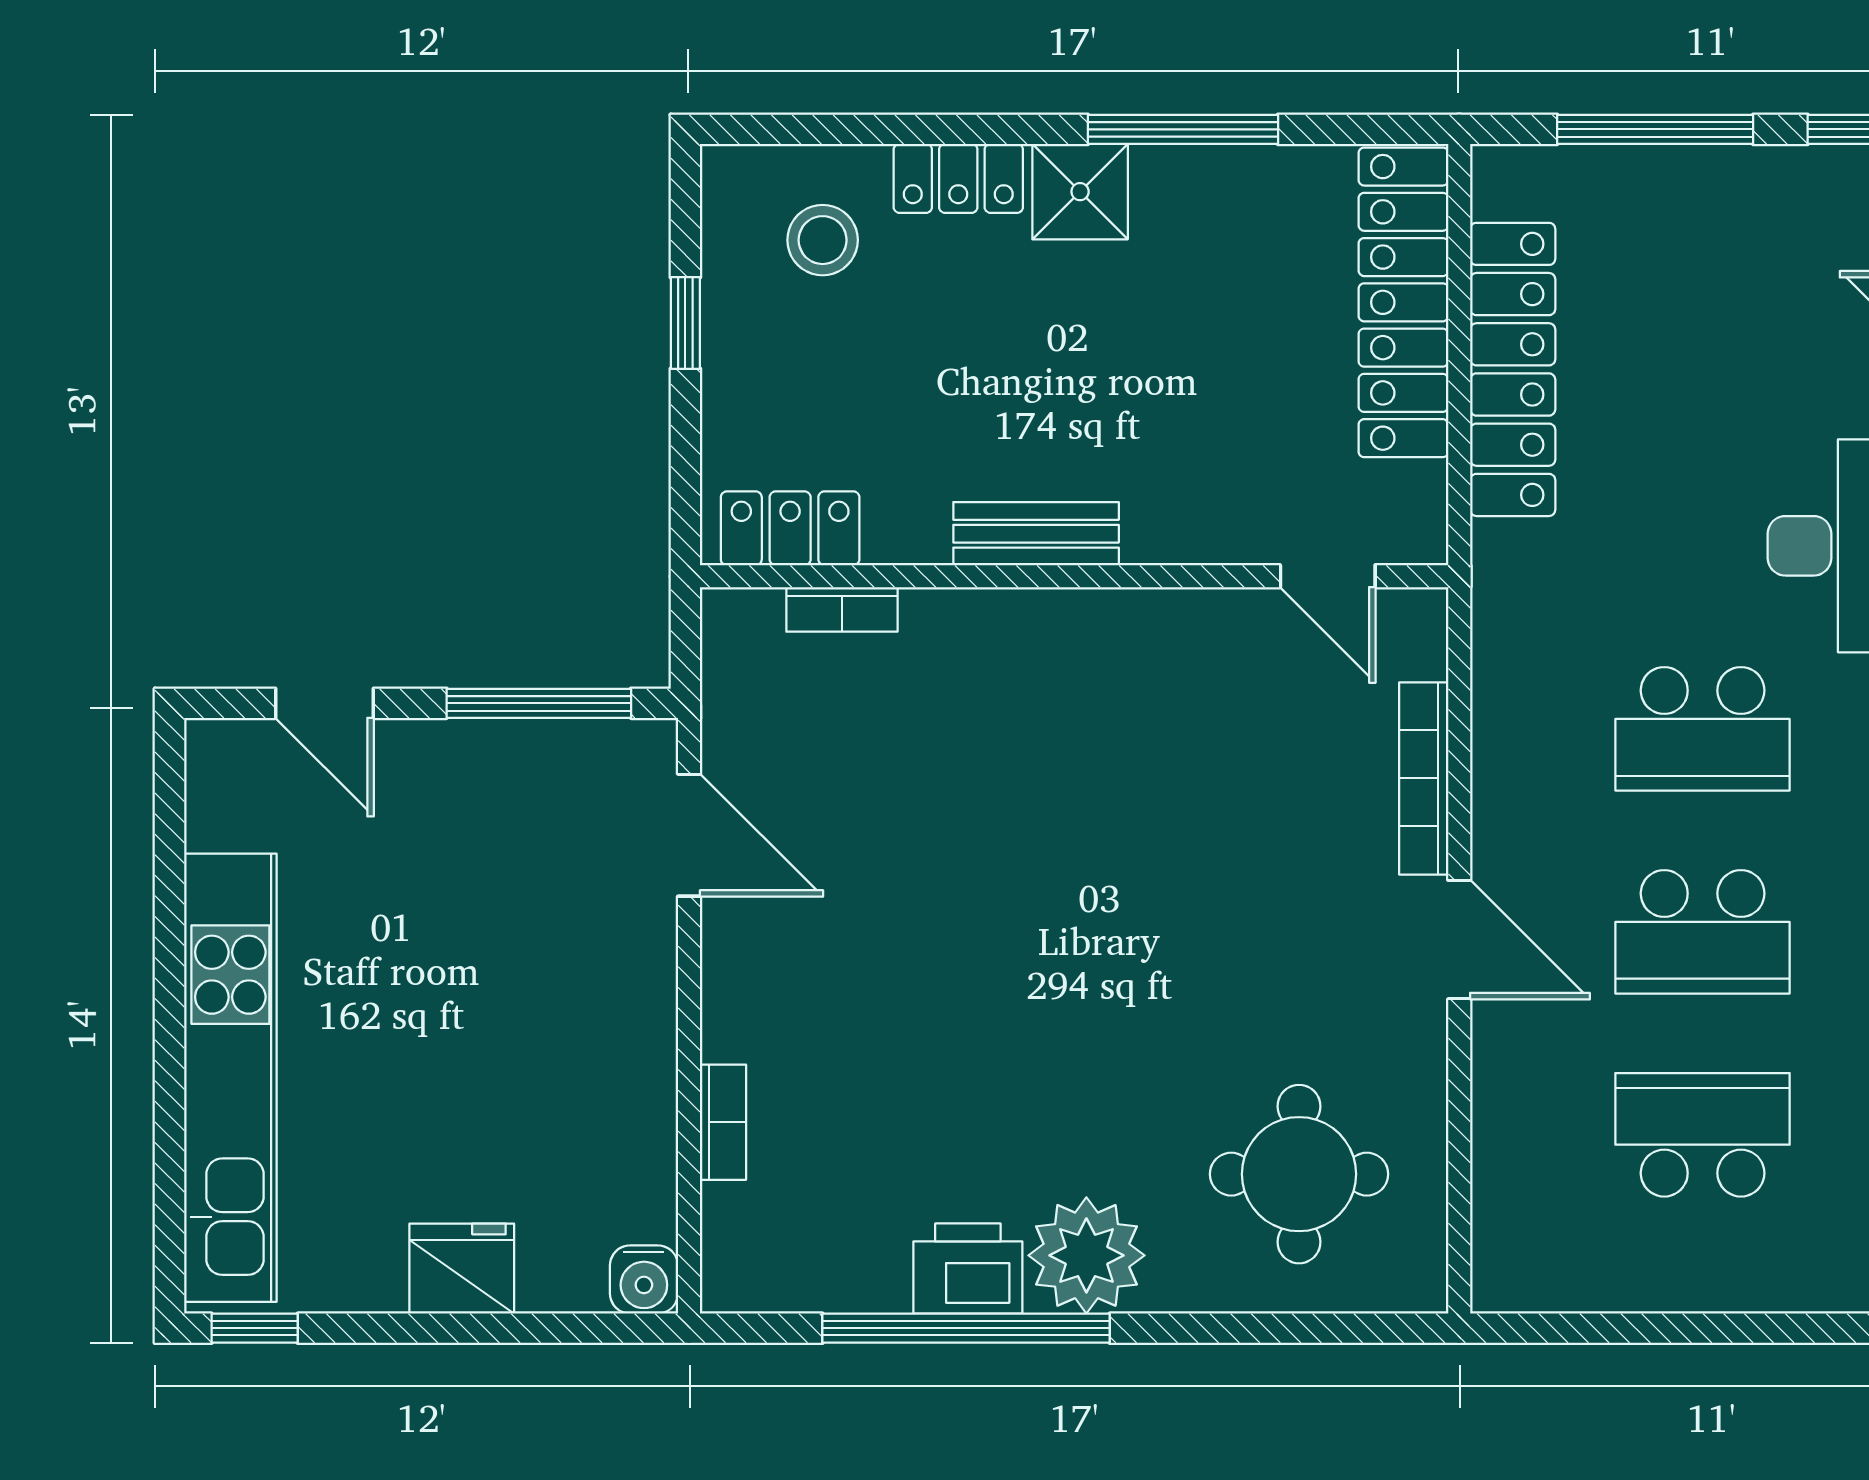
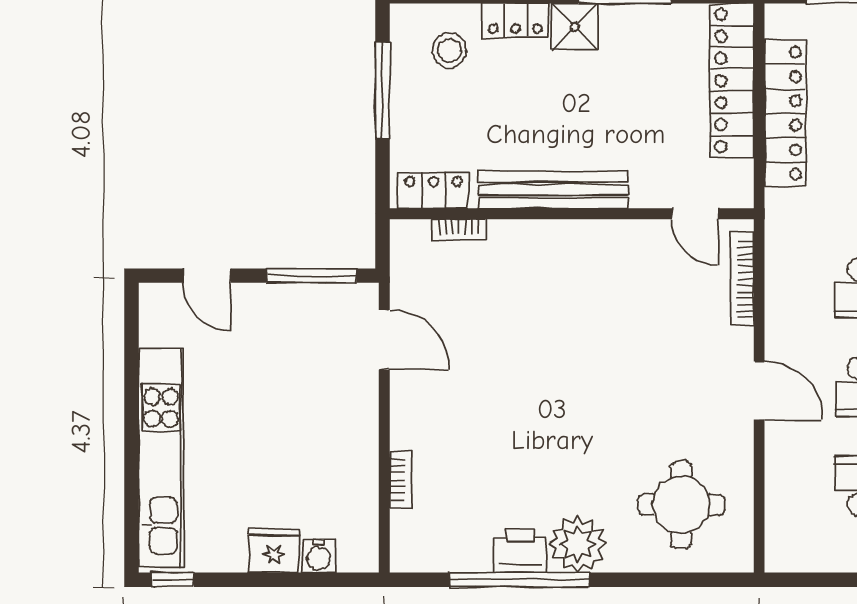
window: (685, 323) -> (383, 91), width x2.17
bench: (1036, 534) -> (553, 190), width x1.86, depth x1.21
bookcase: (1424, 778) -> (742, 279), moved
water cooler: (644, 1279) -> (319, 556), moved

